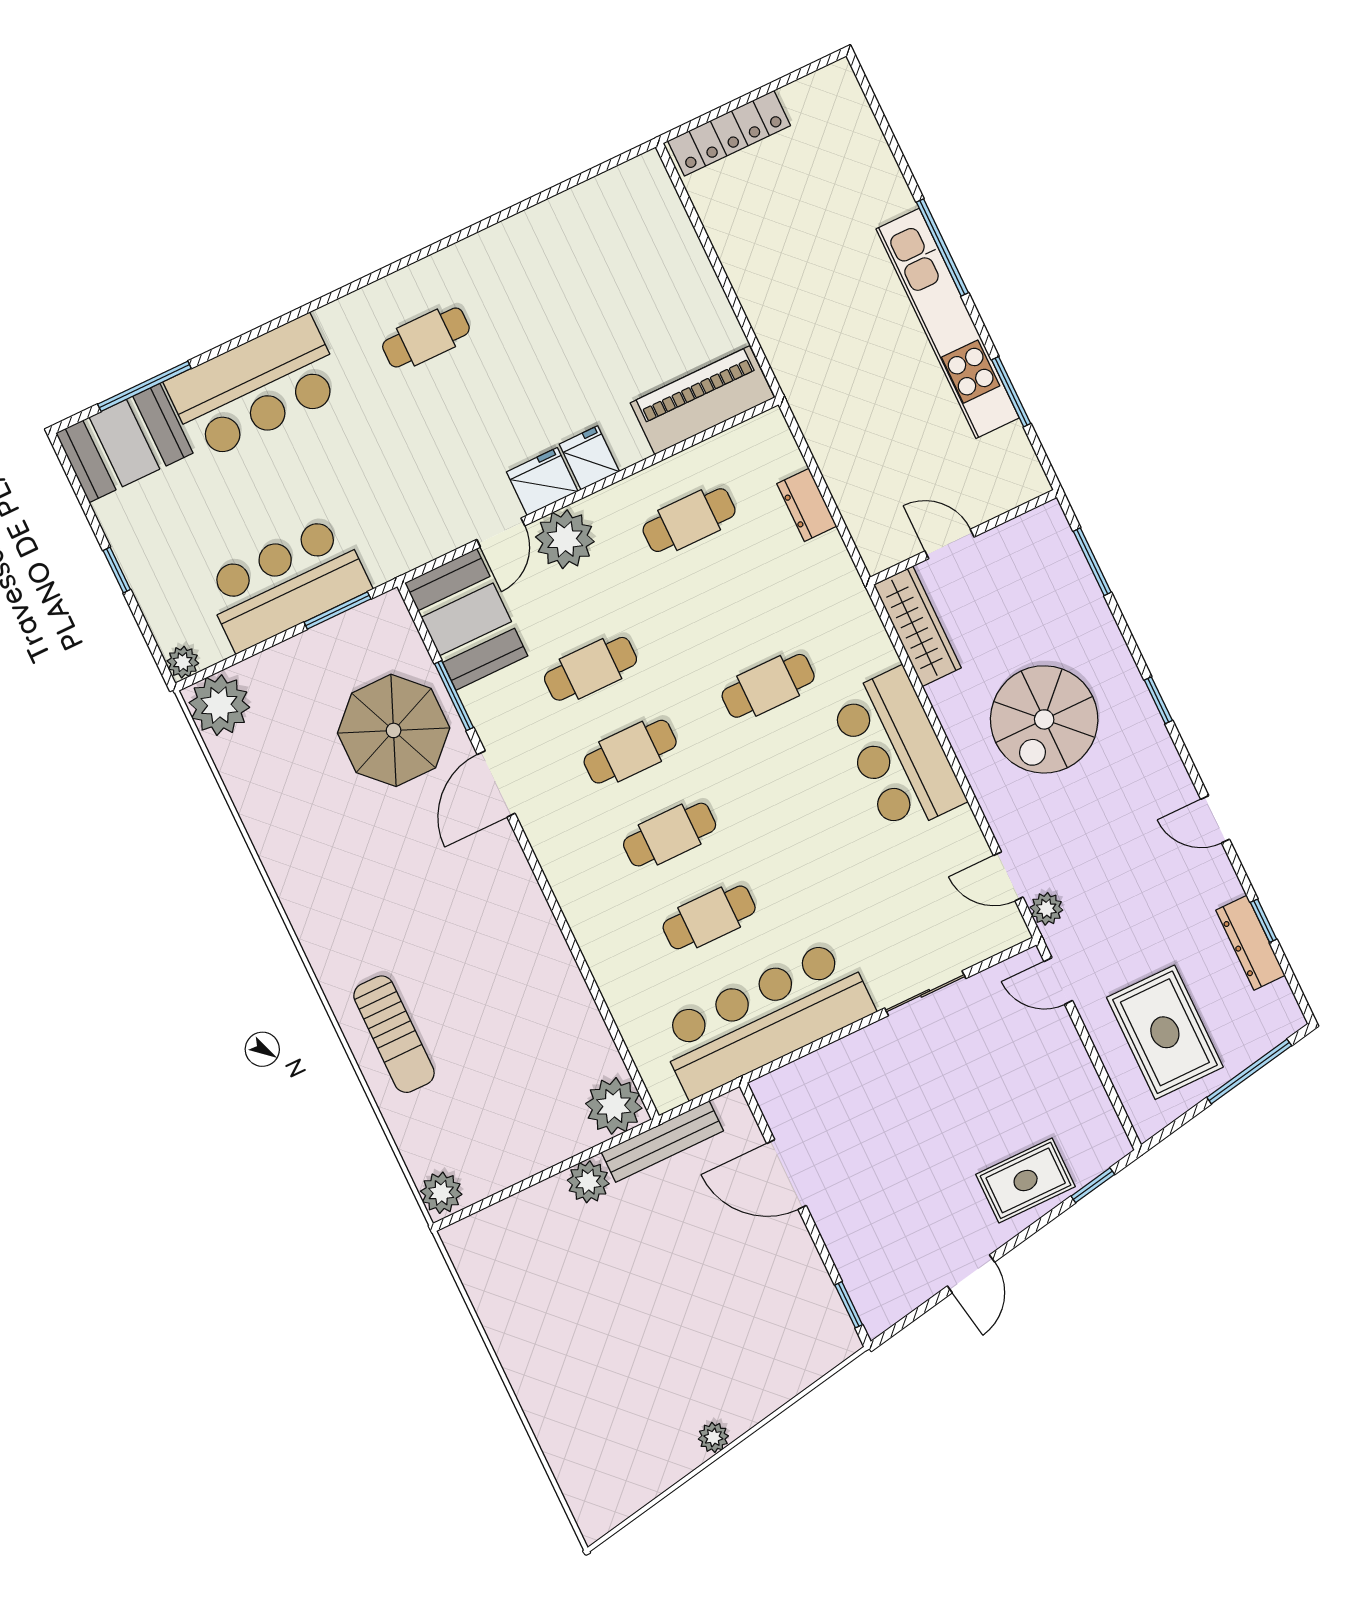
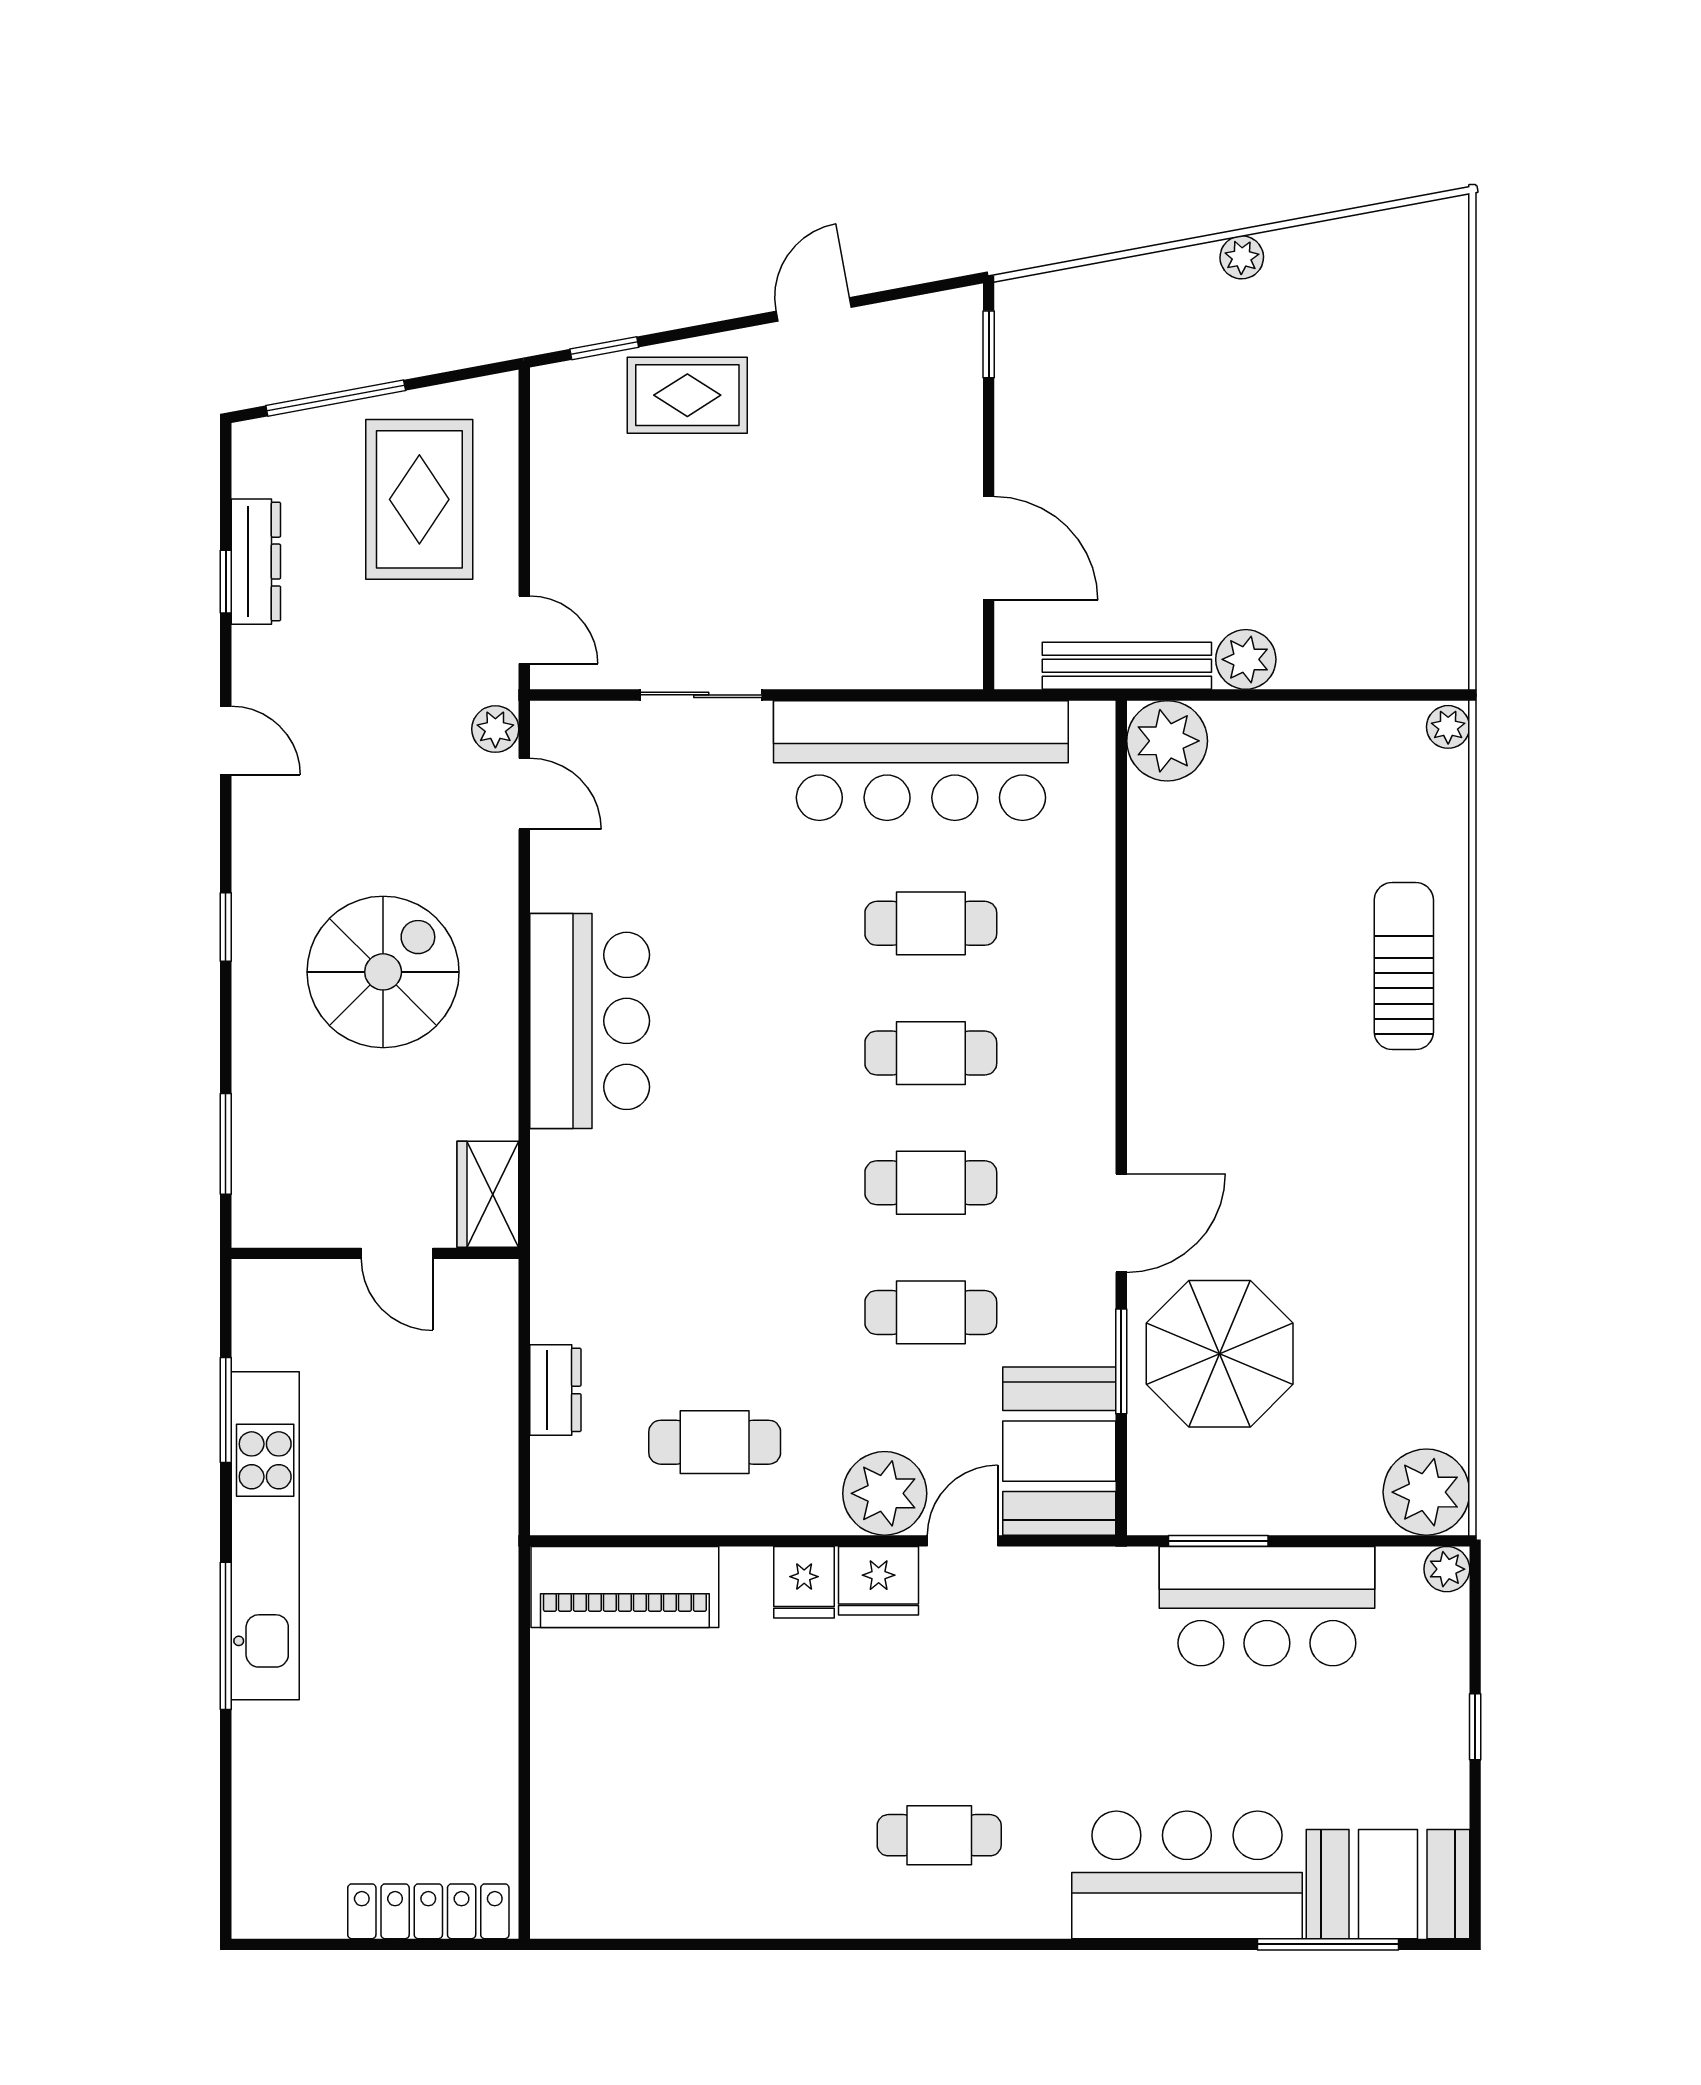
wardrobe: (918, 626) -> (488, 1194), width x0.67
cafe table: (768, 686) -> (715, 1183), removed
plant: (441, 1193) -> (1448, 727), width x0.73, depth x0.73

